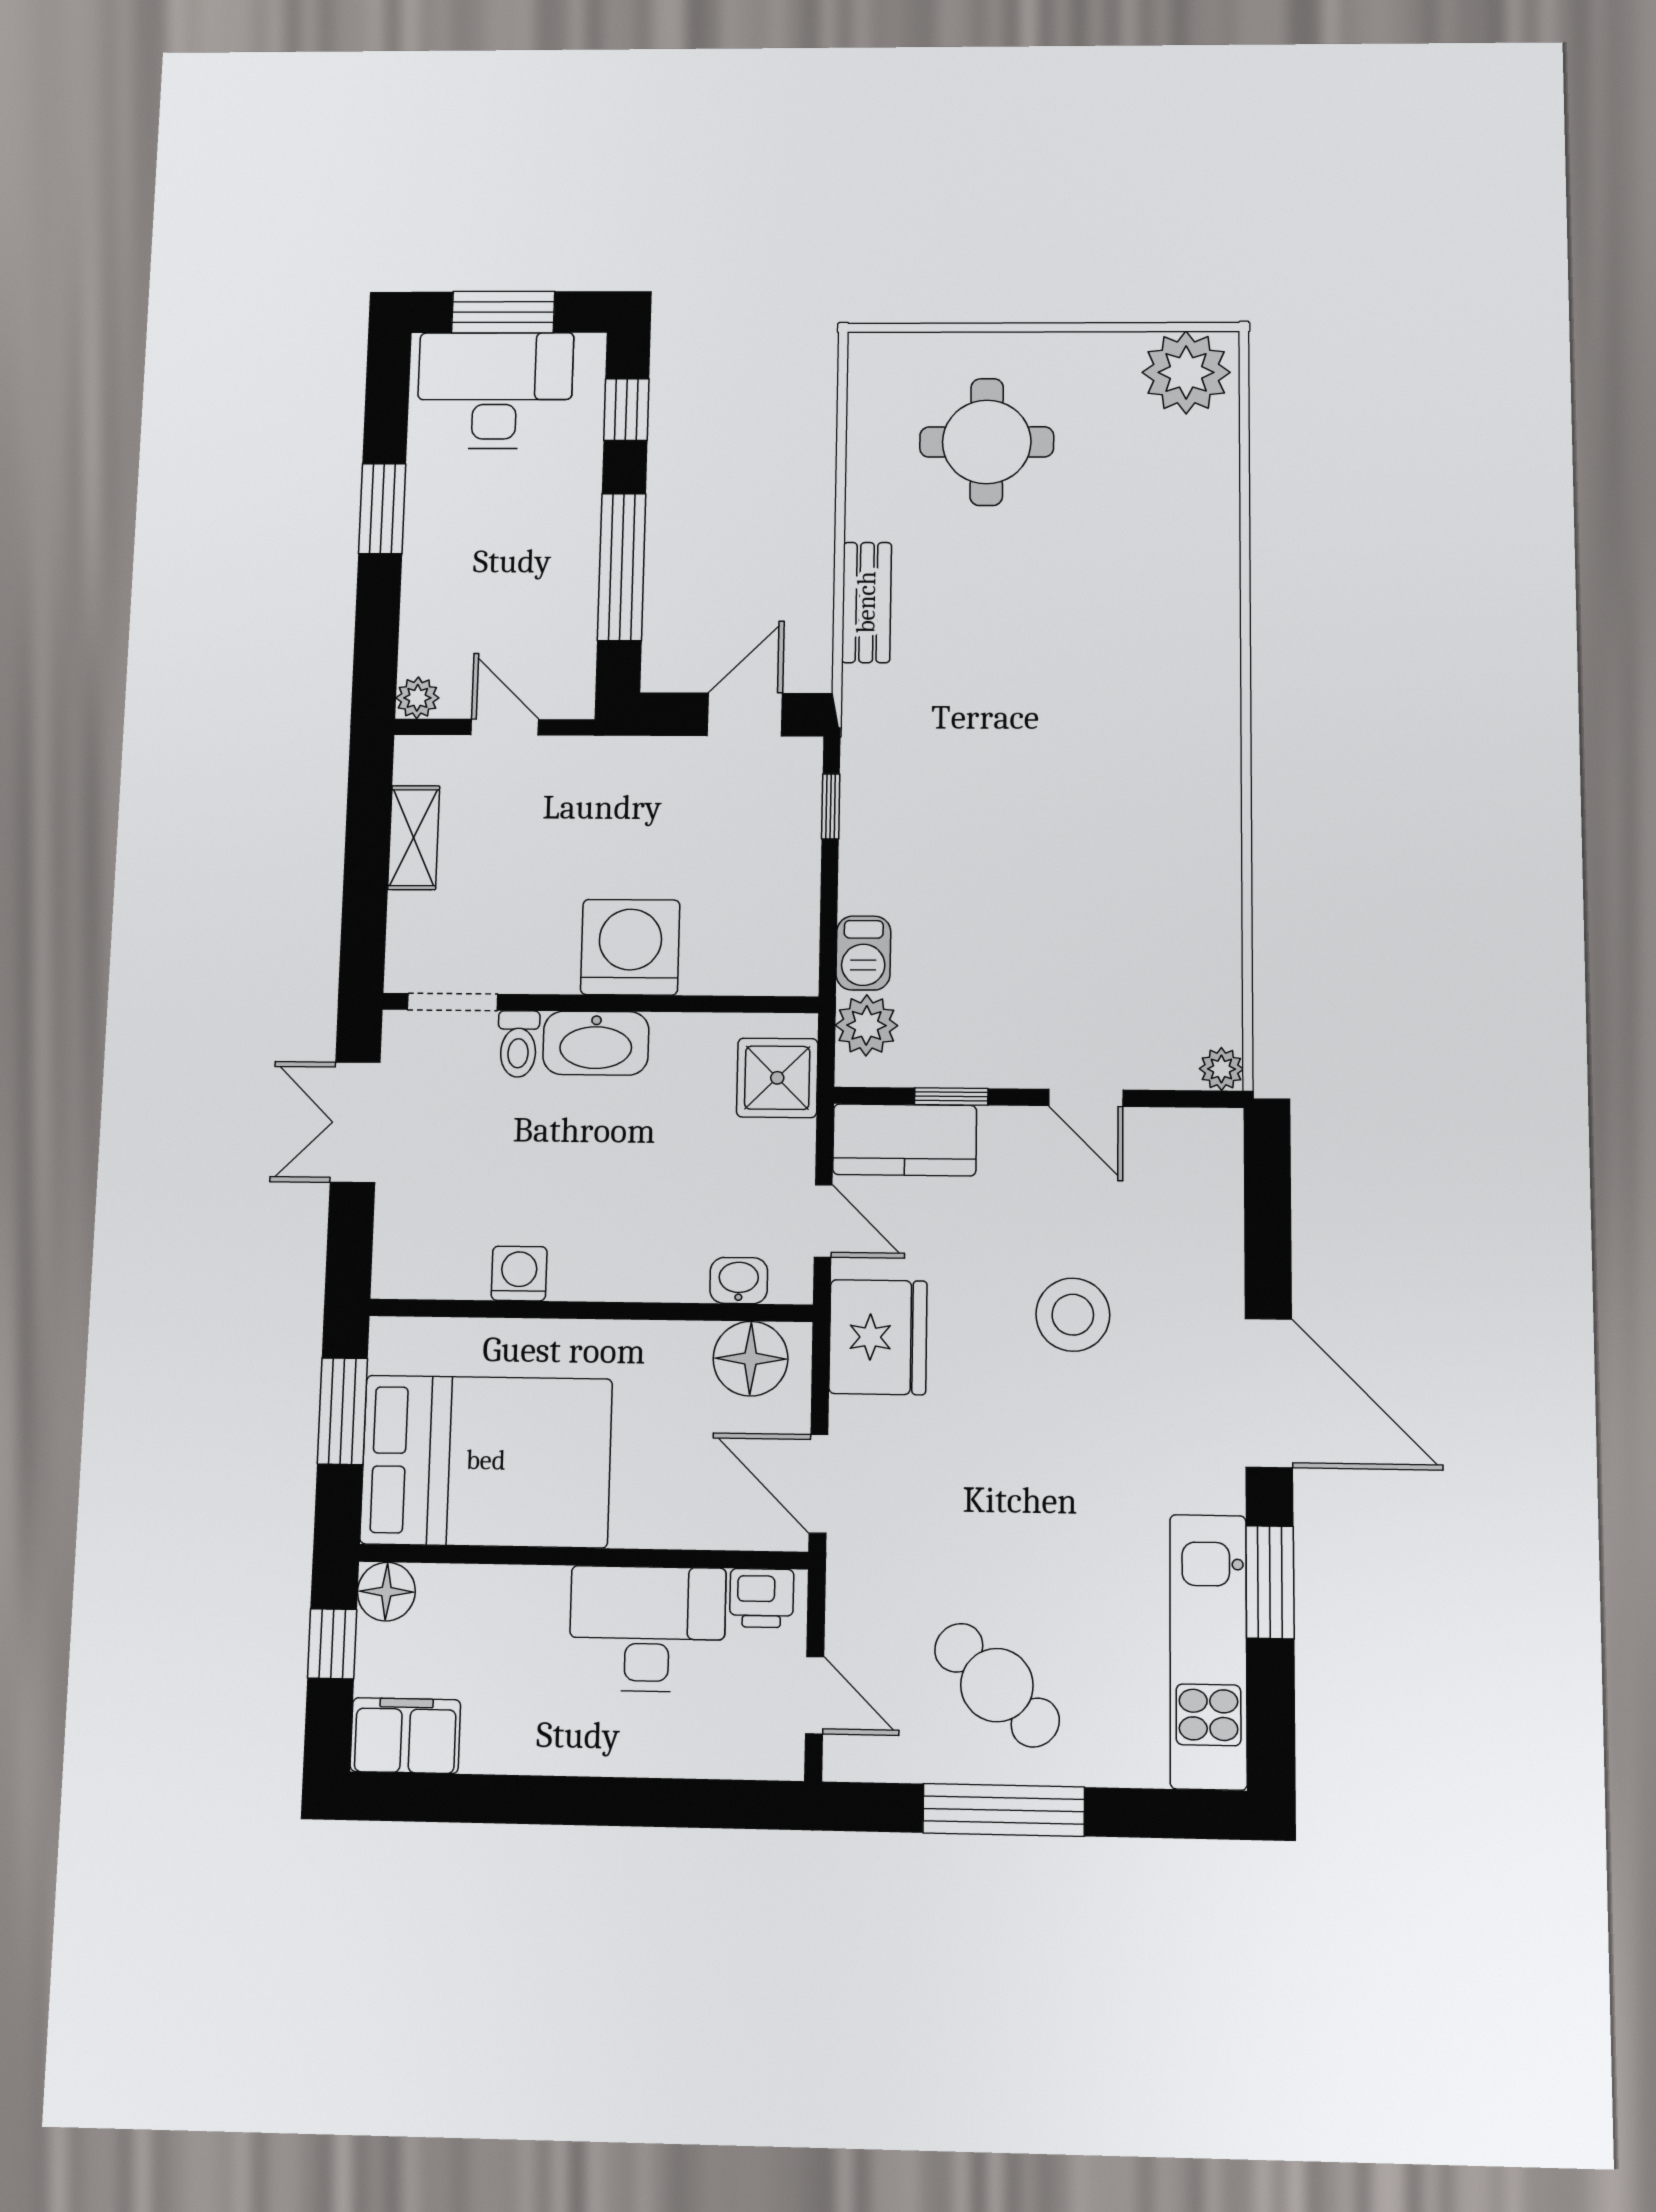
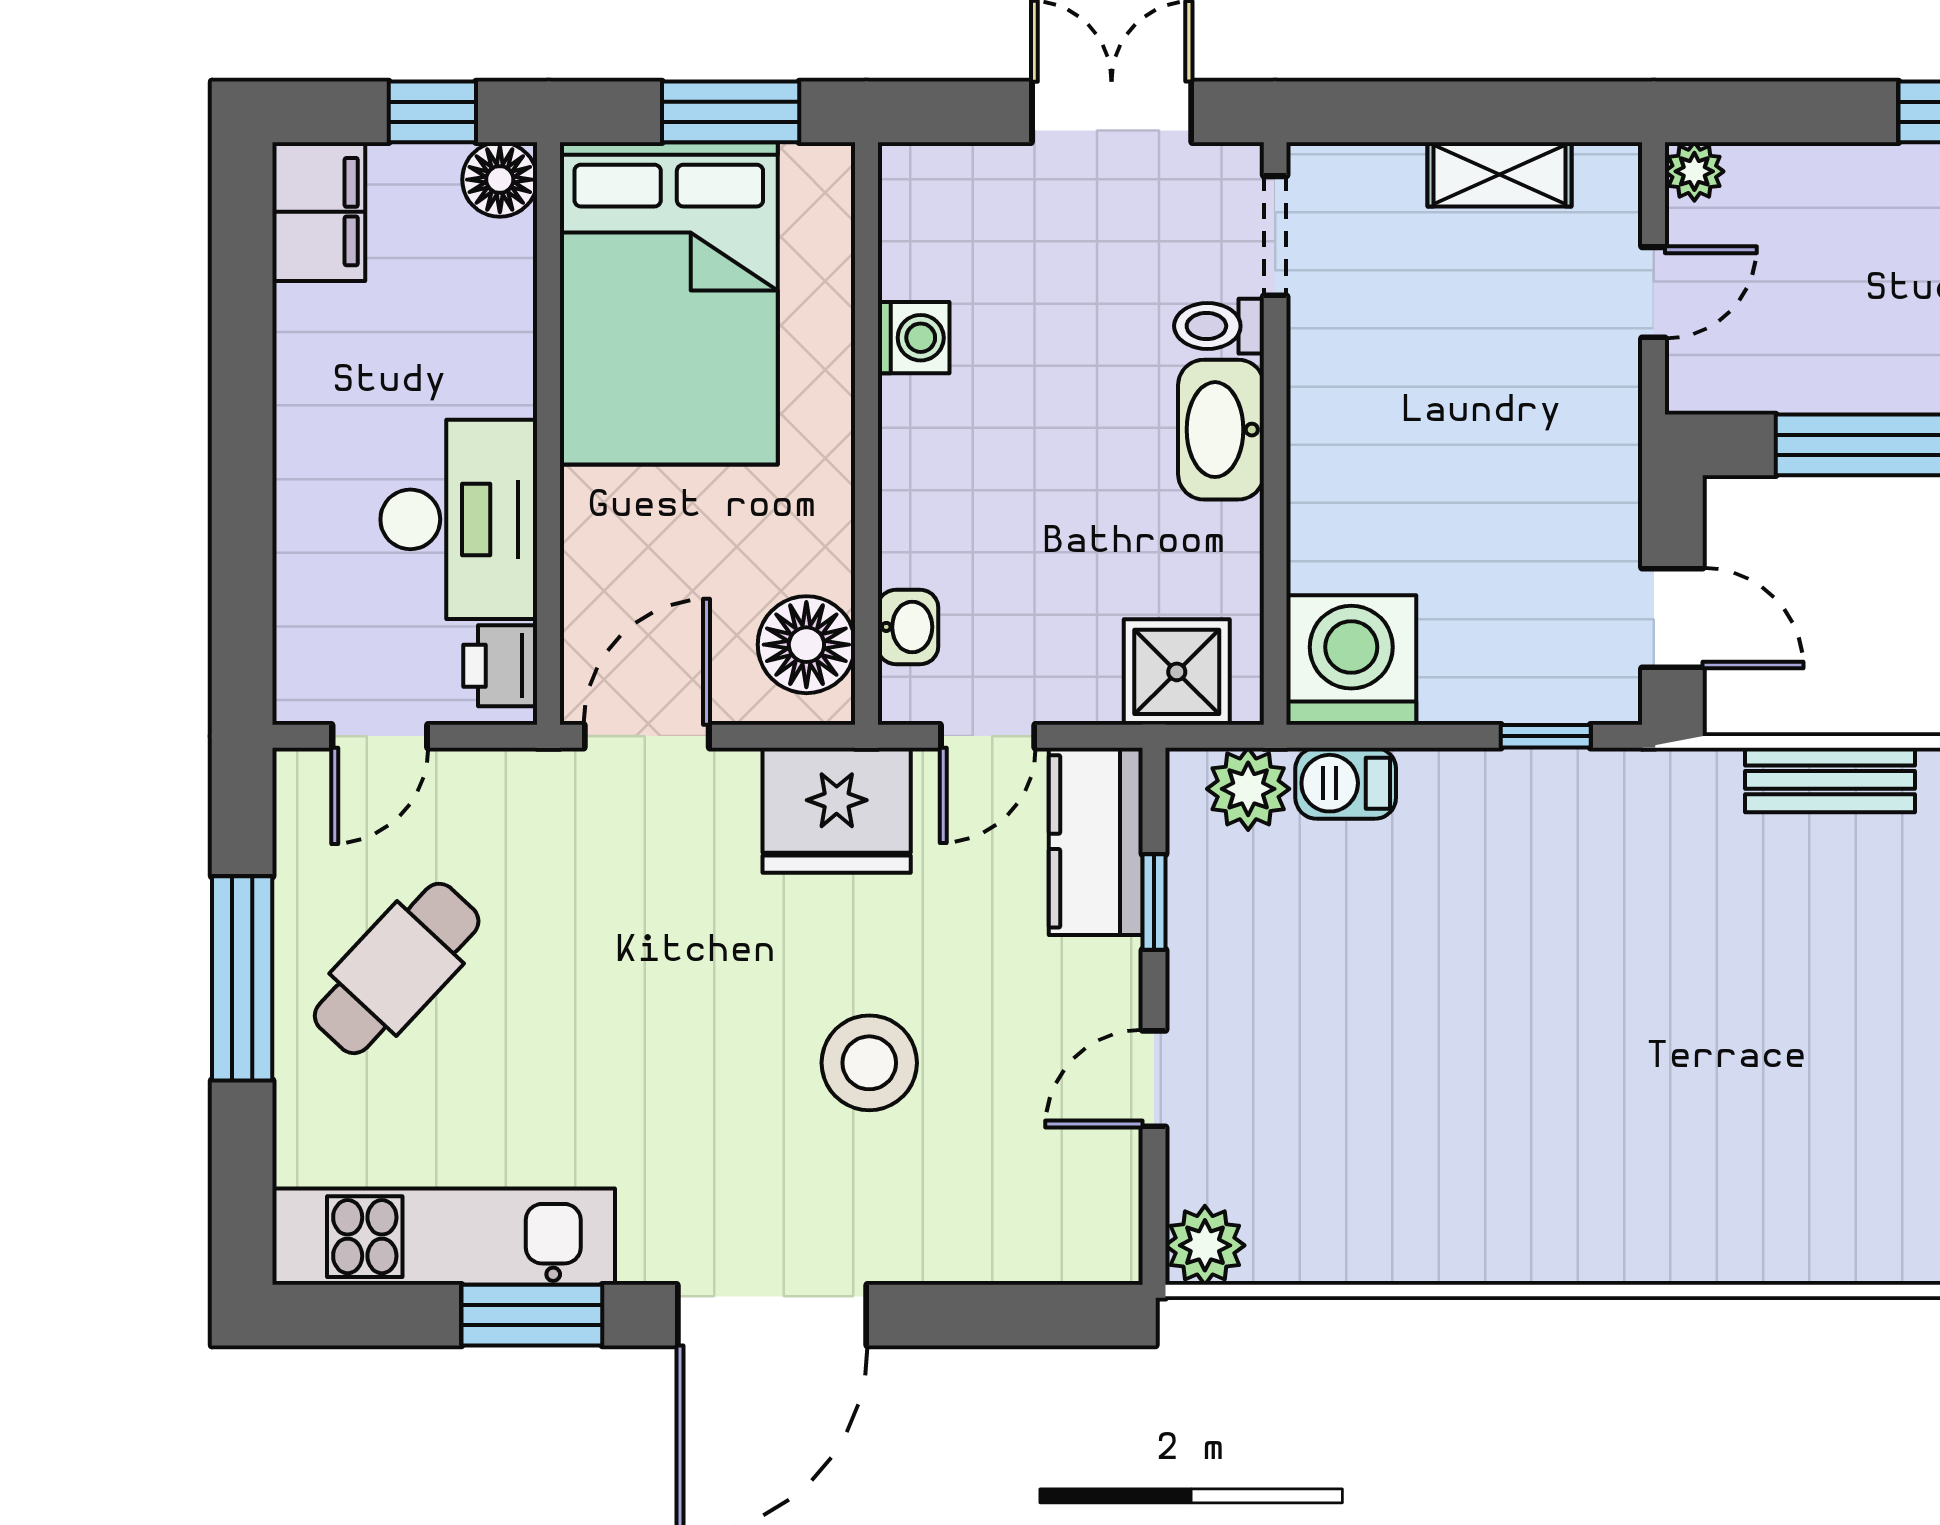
washing machine: (630, 947) -> (1351, 660), moved, turned -90
plant: (1221, 1069) -> (1205, 1245), width x1.38, depth x1.38

